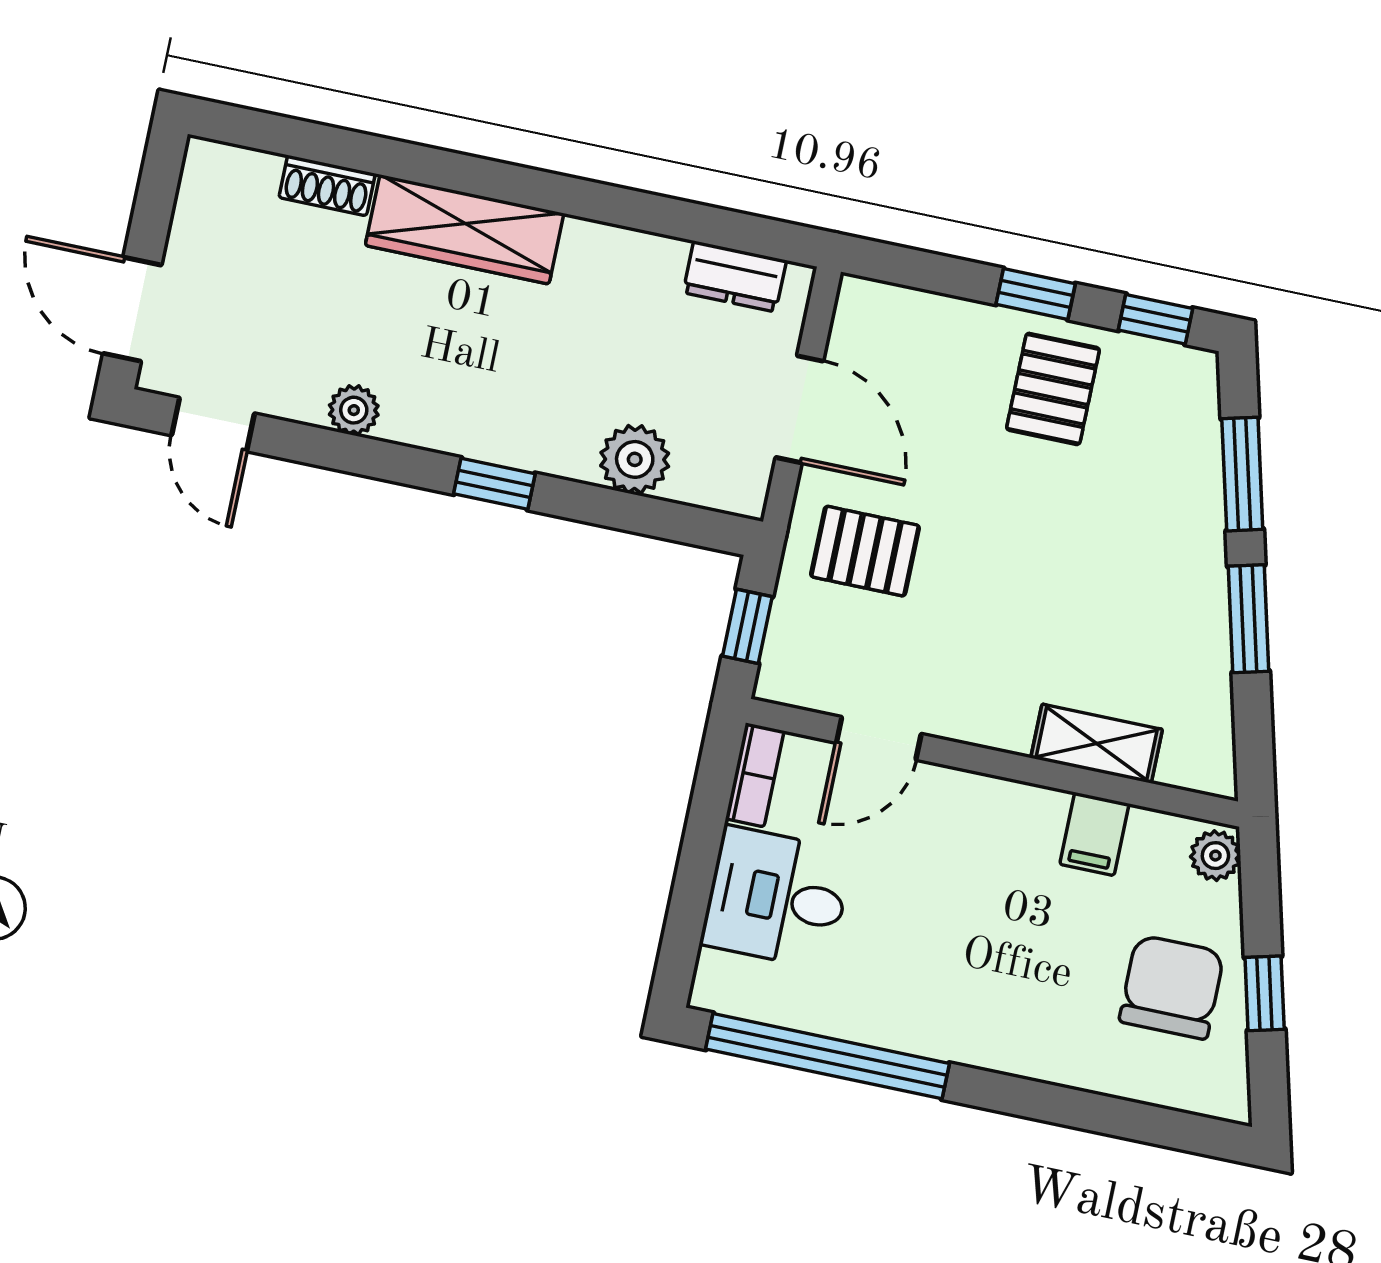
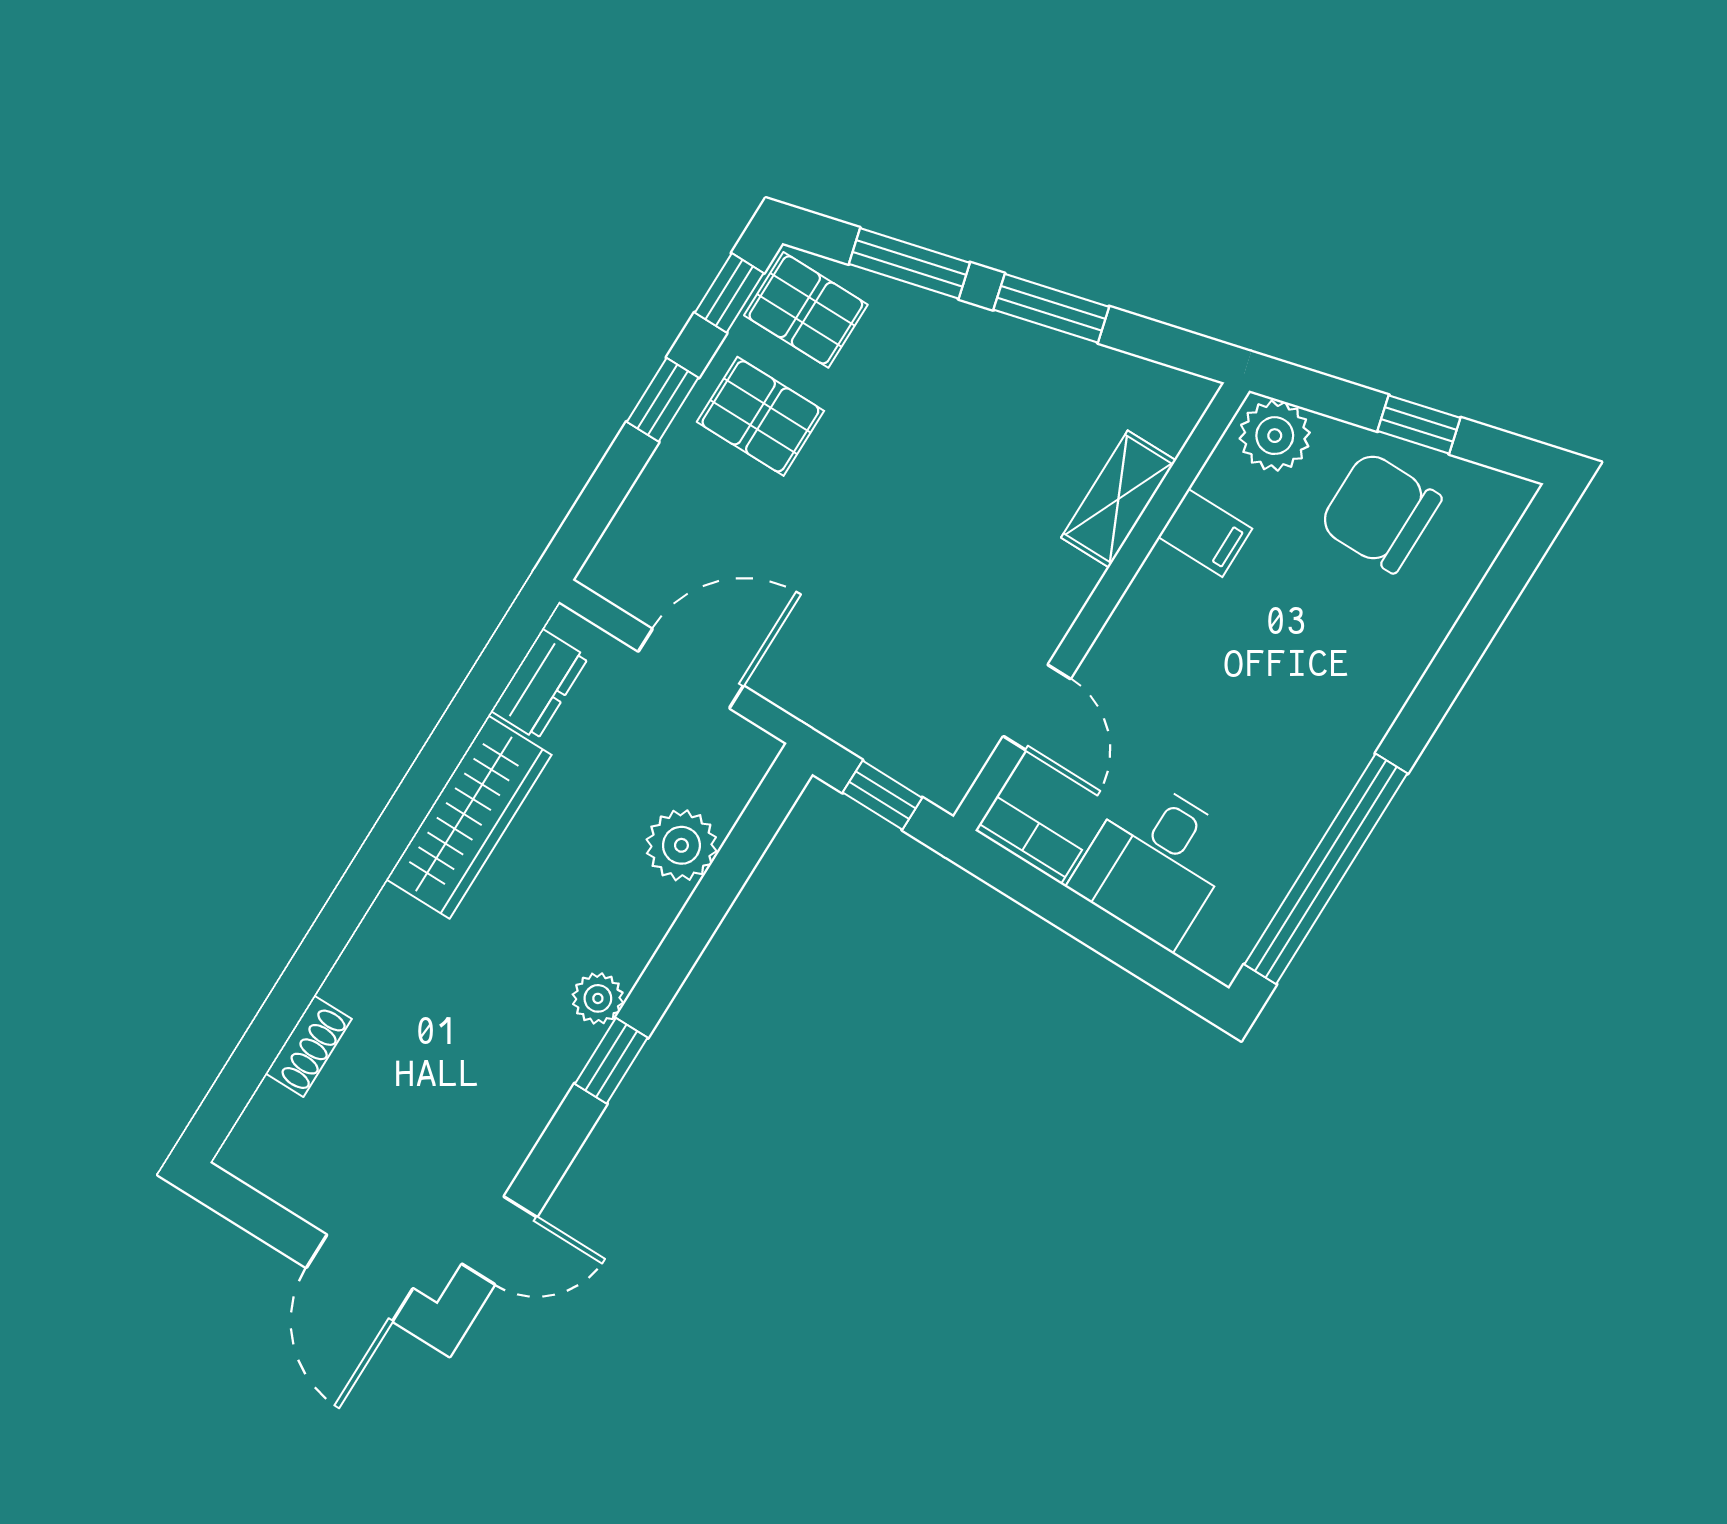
wardrobe: (465, 229) -> (469, 817), moved
door: (132, 309) -> (360, 1278), hinge flipped
plant: (354, 410) -> (598, 998), moved
window: (494, 484) -> (611, 1061), moved
pallet: (865, 551) -> (806, 310), moved, turned 90
plant: (1215, 856) -> (1275, 436), width x1.38, depth x1.38

